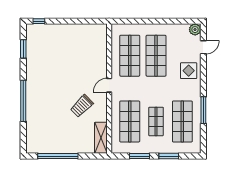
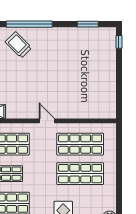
trolley: (82, 106) -> (18, 45), moved

